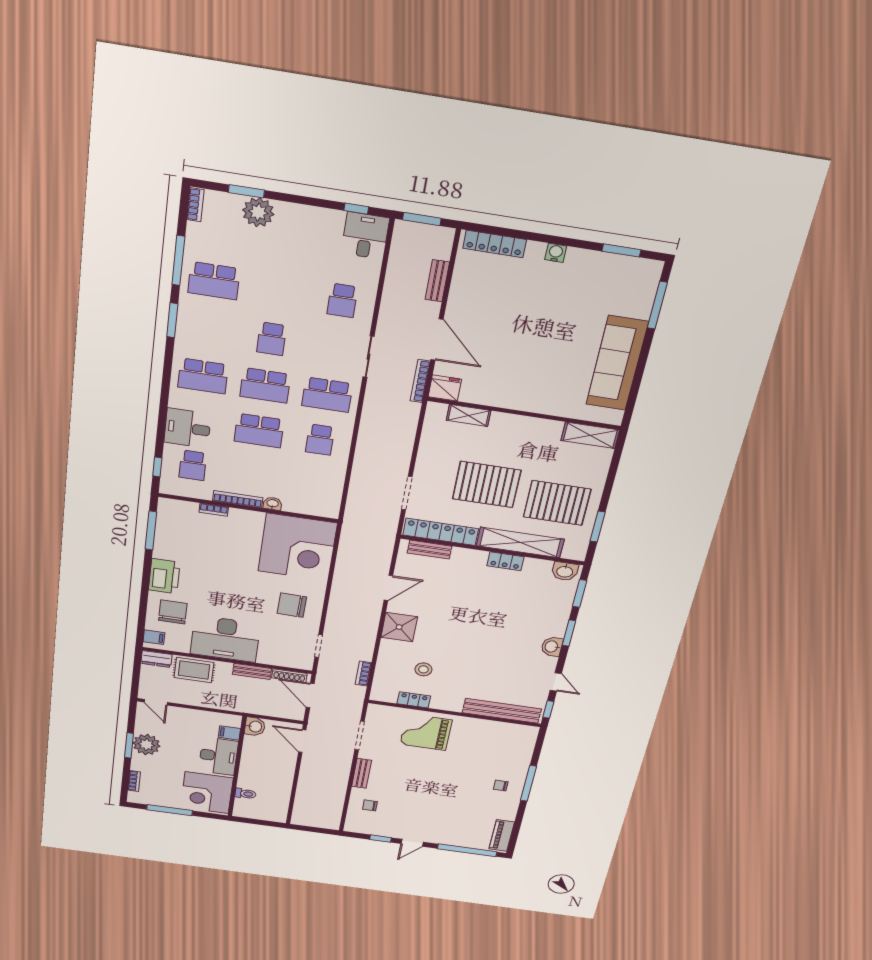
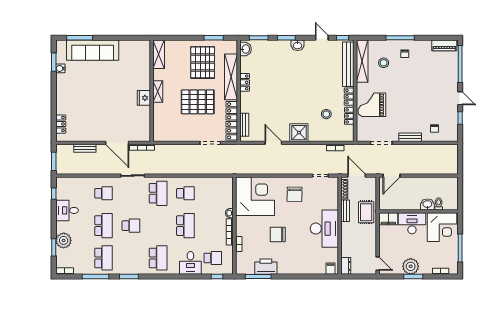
desk: (365, 236) -> (67, 210), moved
locker: (495, 244) -> (61, 124), width x0.66
water cooler: (556, 253) -> (60, 68), moved
door: (437, 340) -> (117, 143), swing flipped
sofa: (617, 363) -> (93, 50), moved
school desk: (265, 385) -> (104, 226), moved
fridge: (445, 388) -> (144, 98), moved
shelving: (469, 415) -> (158, 91), moved
pallet: (487, 485) -> (198, 102), turned 90
printer: (164, 576) -> (266, 267), moved
chair: (173, 612) -> (278, 234), moved
rug: (194, 670) -> (366, 212), moved
door: (556, 682) -> (322, 38), hinge flipped
door: (310, 695) -> (357, 176), swing flipped
door: (156, 702) -> (378, 264), hinge flipped
locker: (446, 704) -> (349, 97), added
washbasin: (255, 727) -> (427, 204), moved
shelving: (502, 730) -> (362, 61), added
grand piano: (426, 732) -> (372, 105), turned 90
filing cabinet: (229, 733) -> (388, 219), width x2.00
stool: (493, 757) -> (384, 63), added

